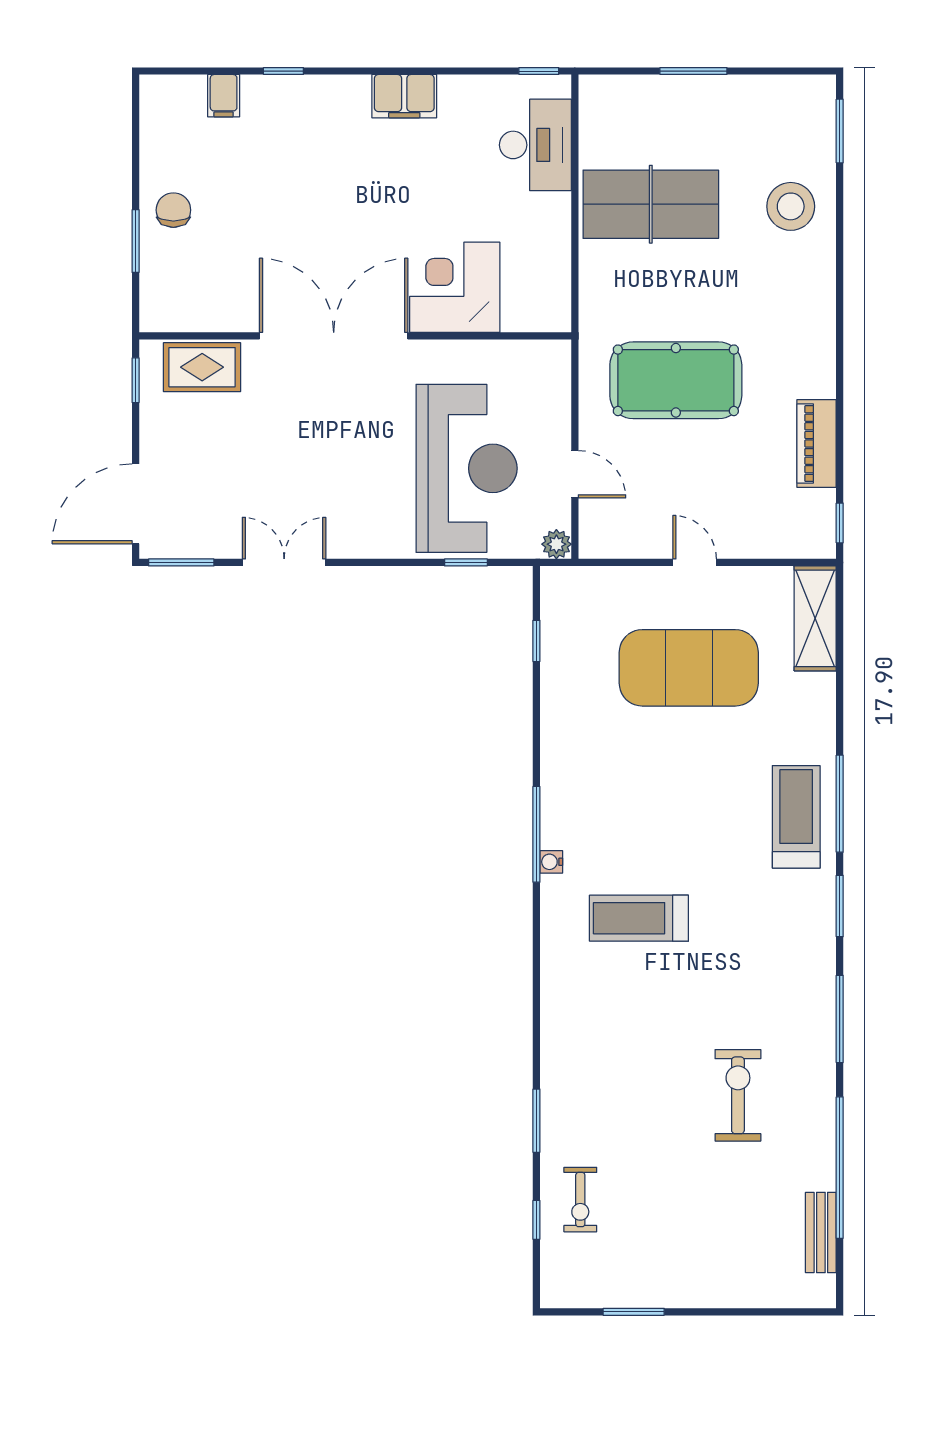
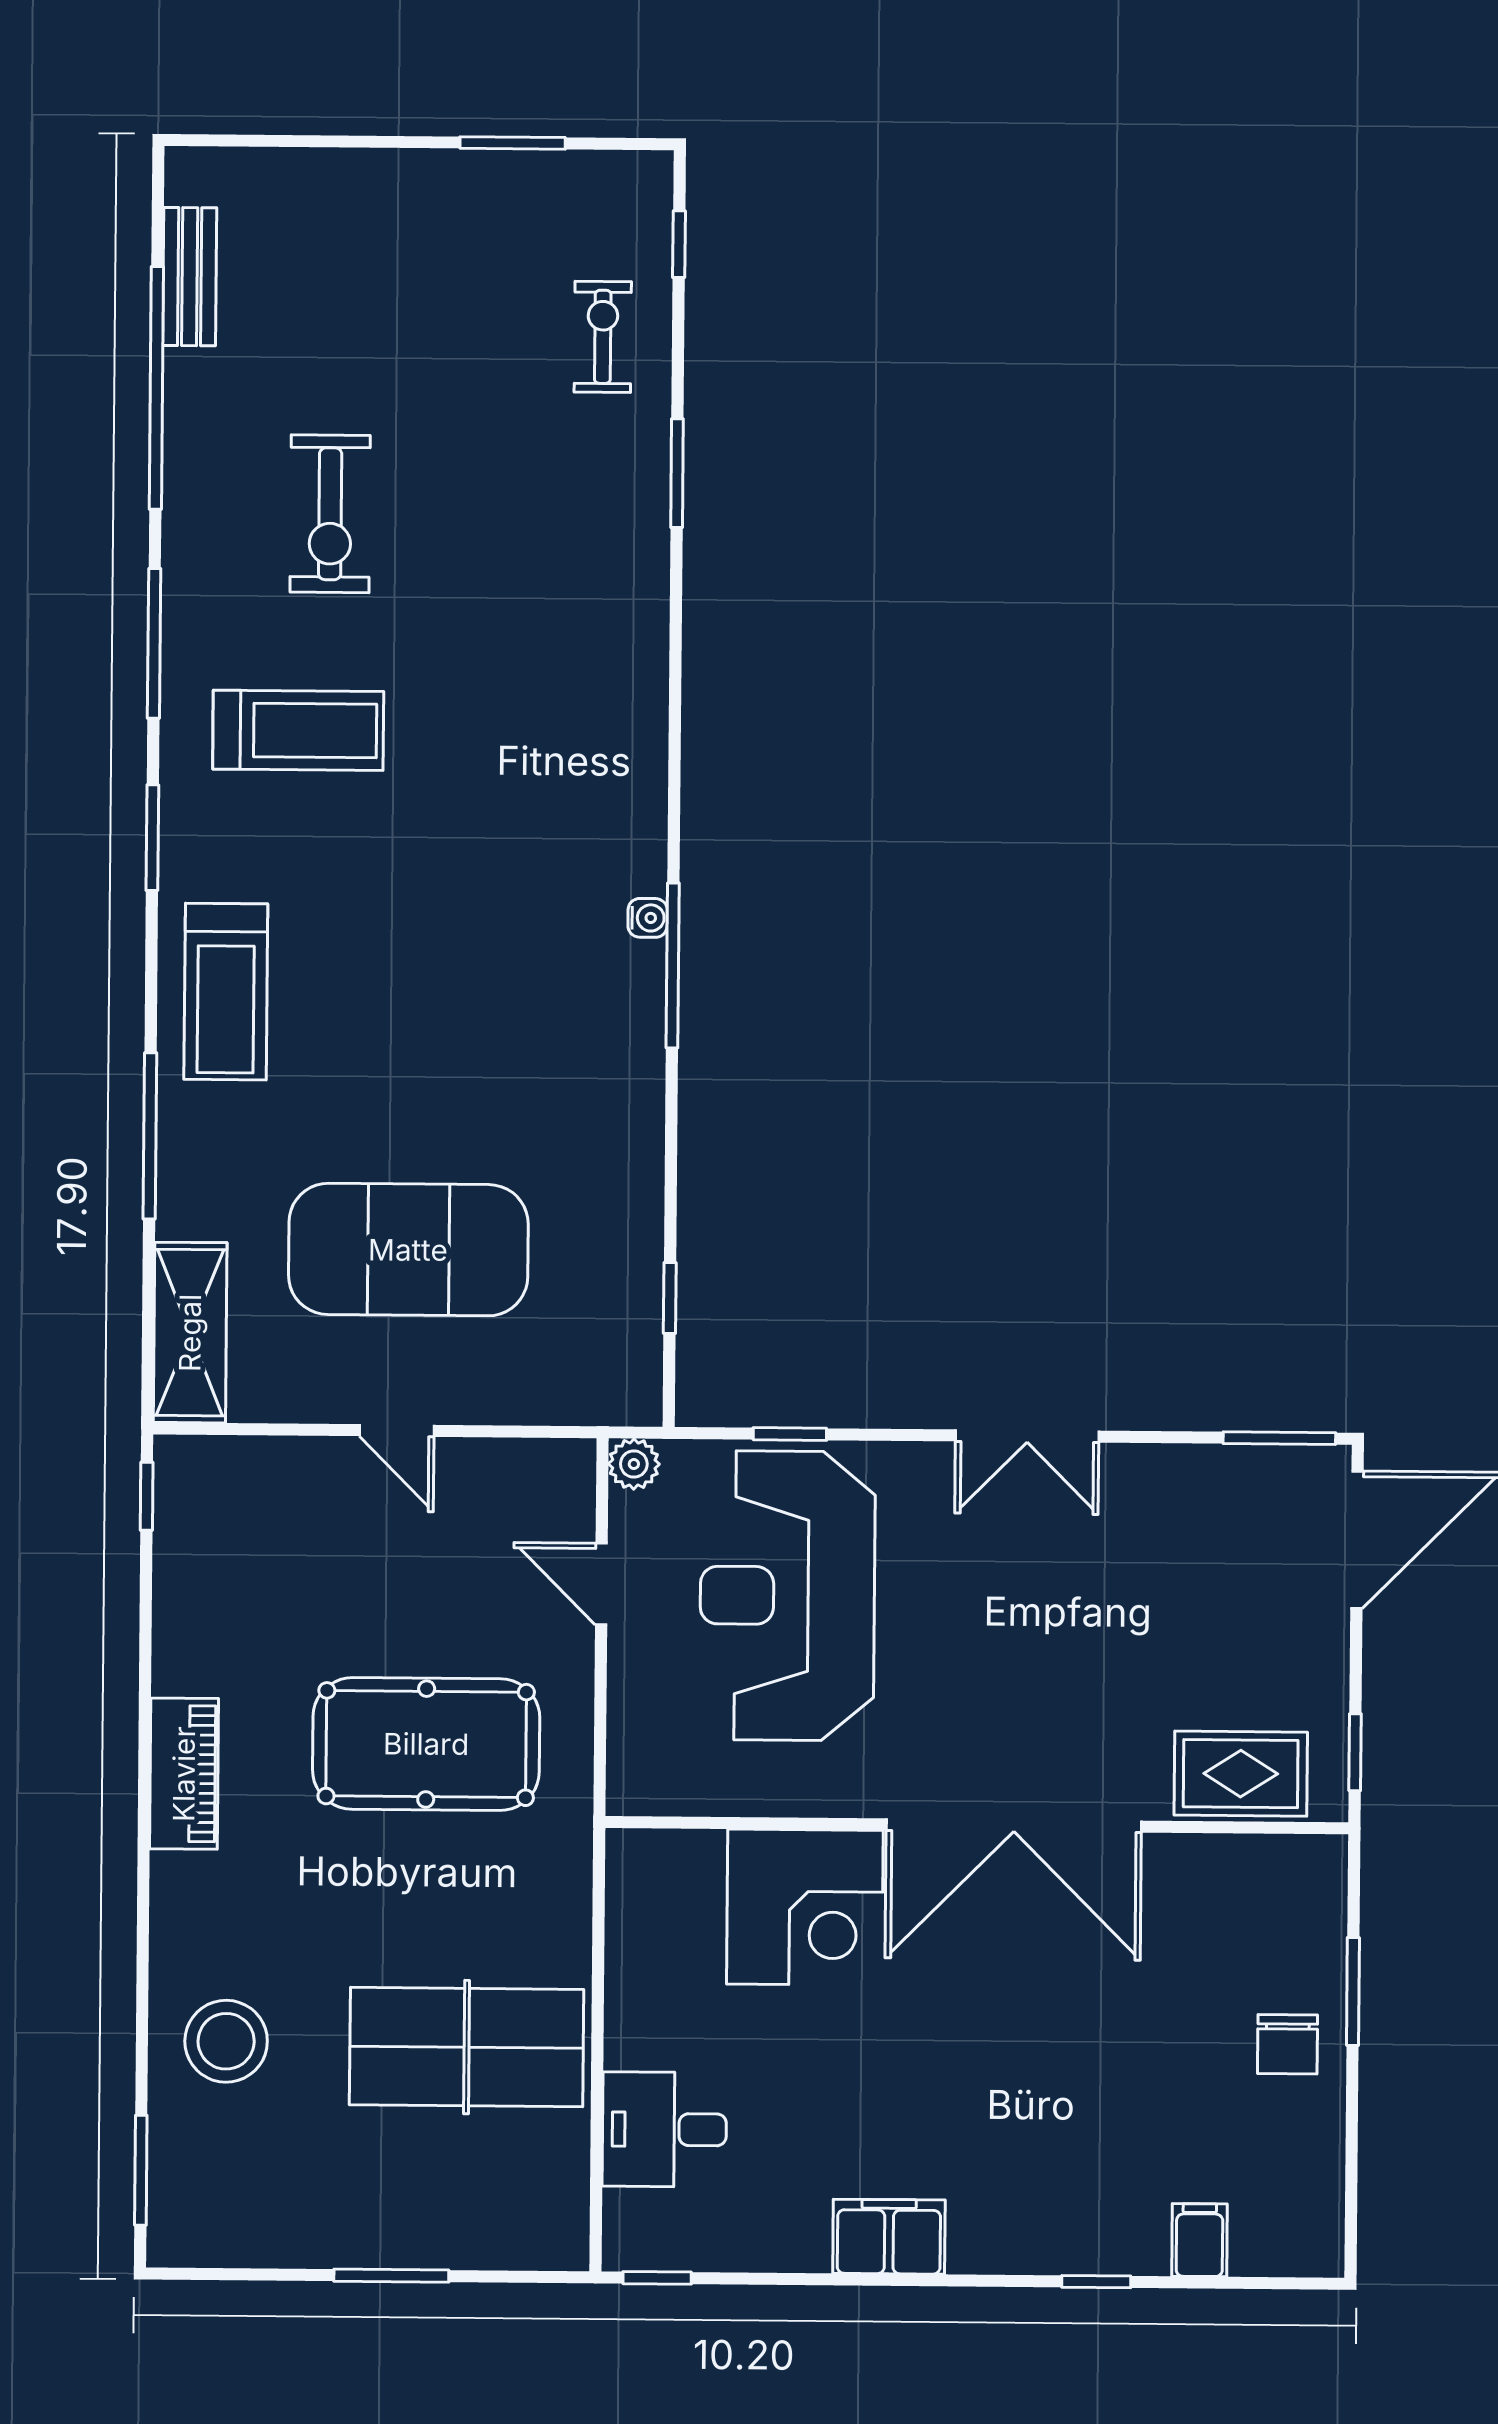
desk: (535, 145) -> (664, 2129), width x0.73
piano: (817, 444) -> (184, 1774), moved
double door: (284, 562) -> (1027, 1436), moved
window: (840, 804) -> (150, 1136), moved
treadmill: (639, 918) -> (298, 730), moved
window: (536, 1220) -> (679, 244), moved

